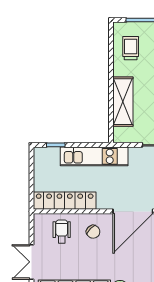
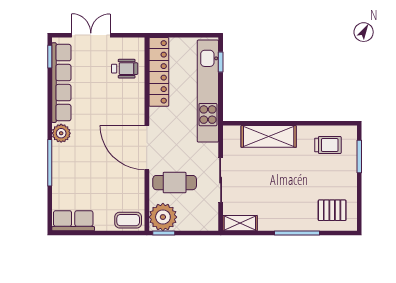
kitchen unit: (94, 156) -> (208, 91), width x1.36
chair: (93, 232) -> (124, 103), removed

